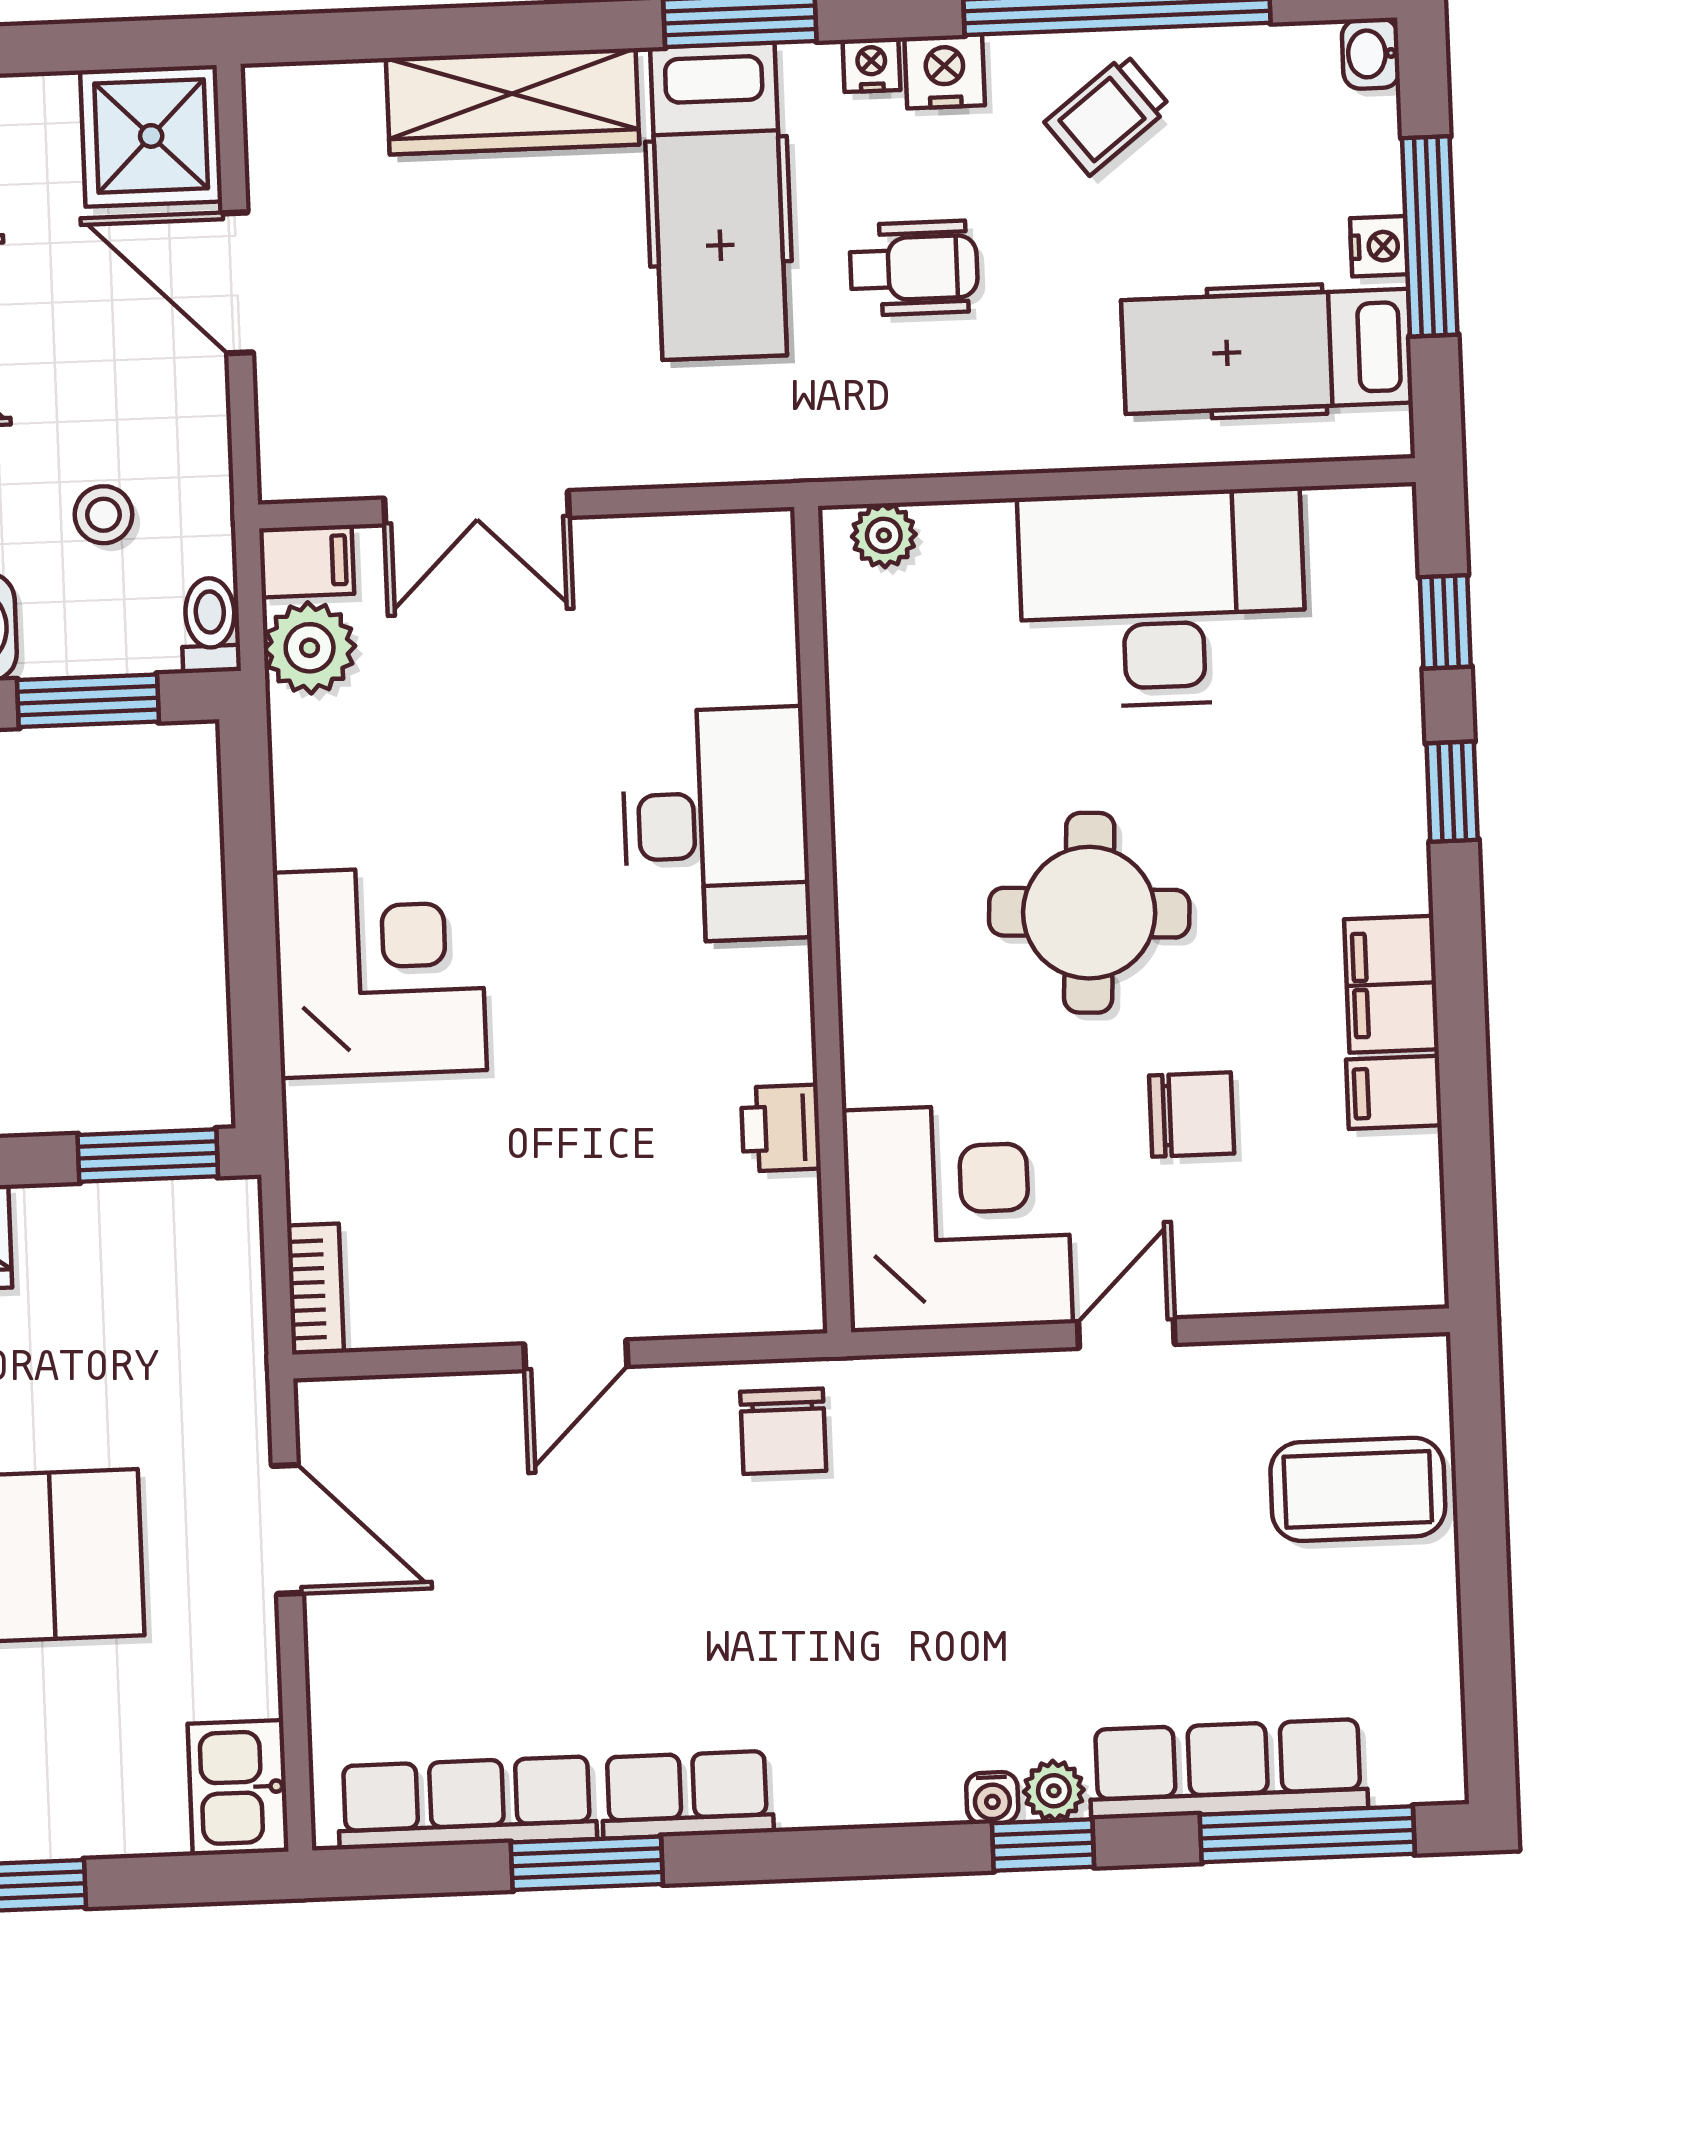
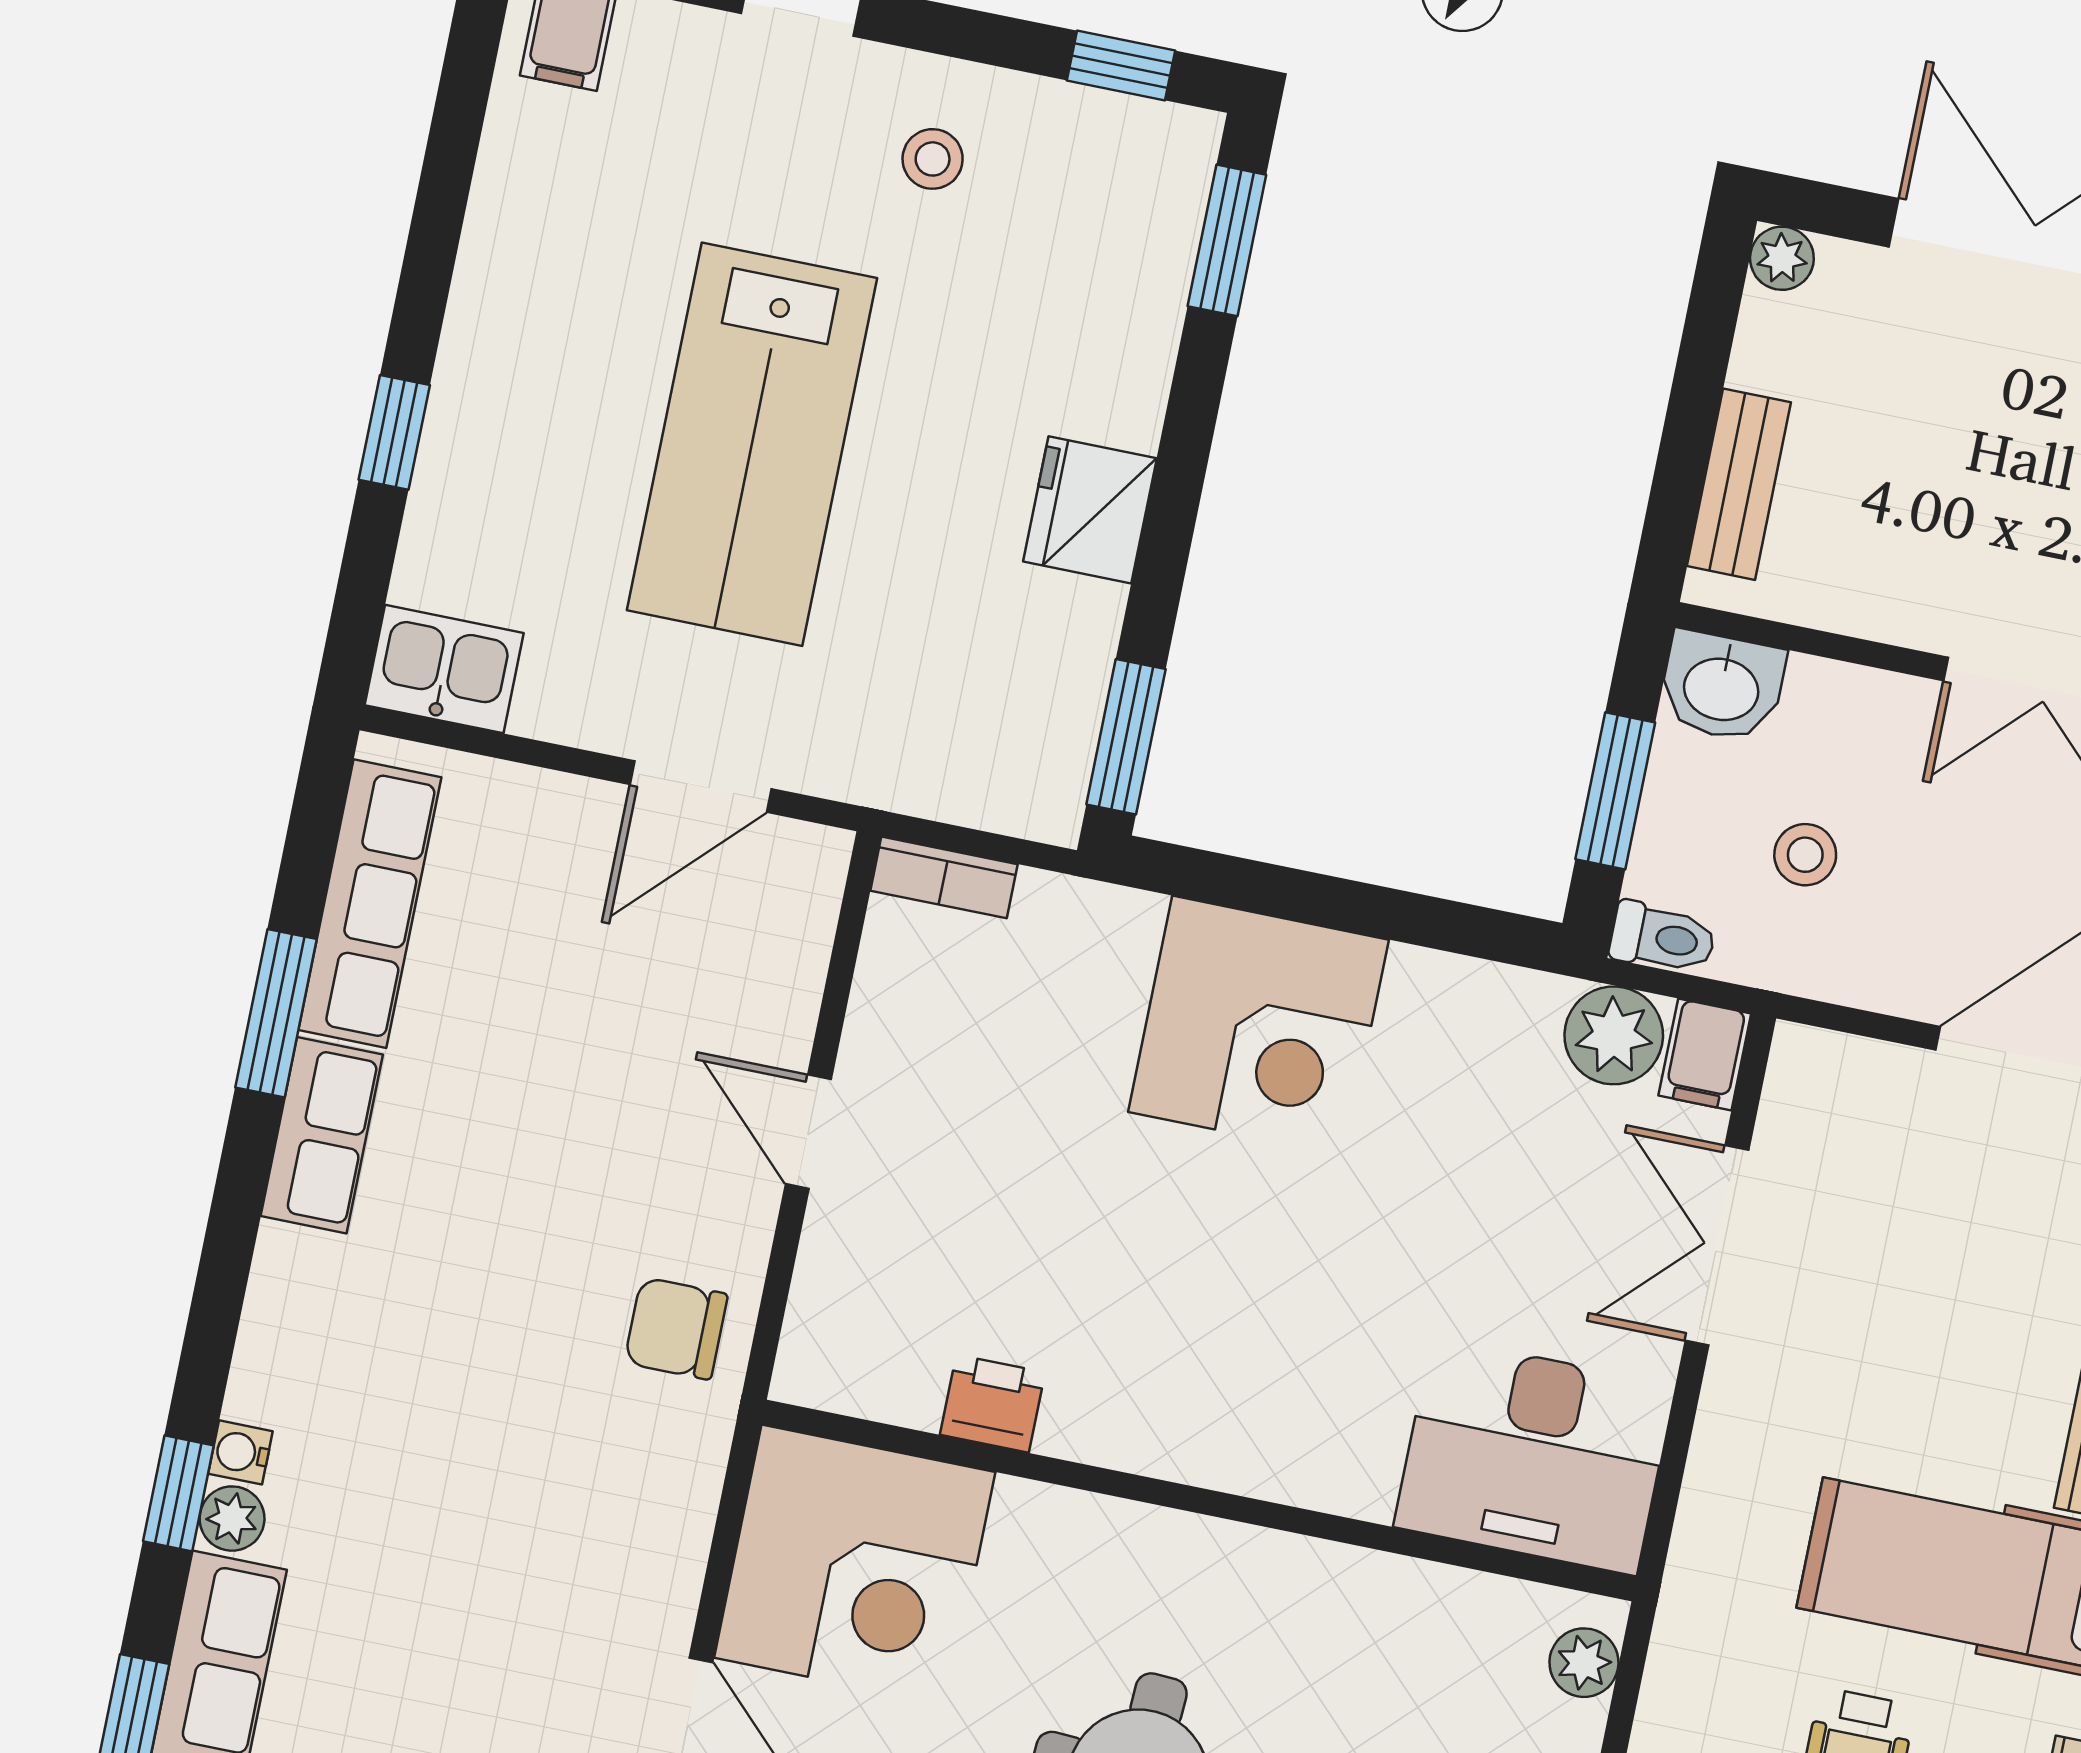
desk: (716, 825) -> (1534, 1456), moved

